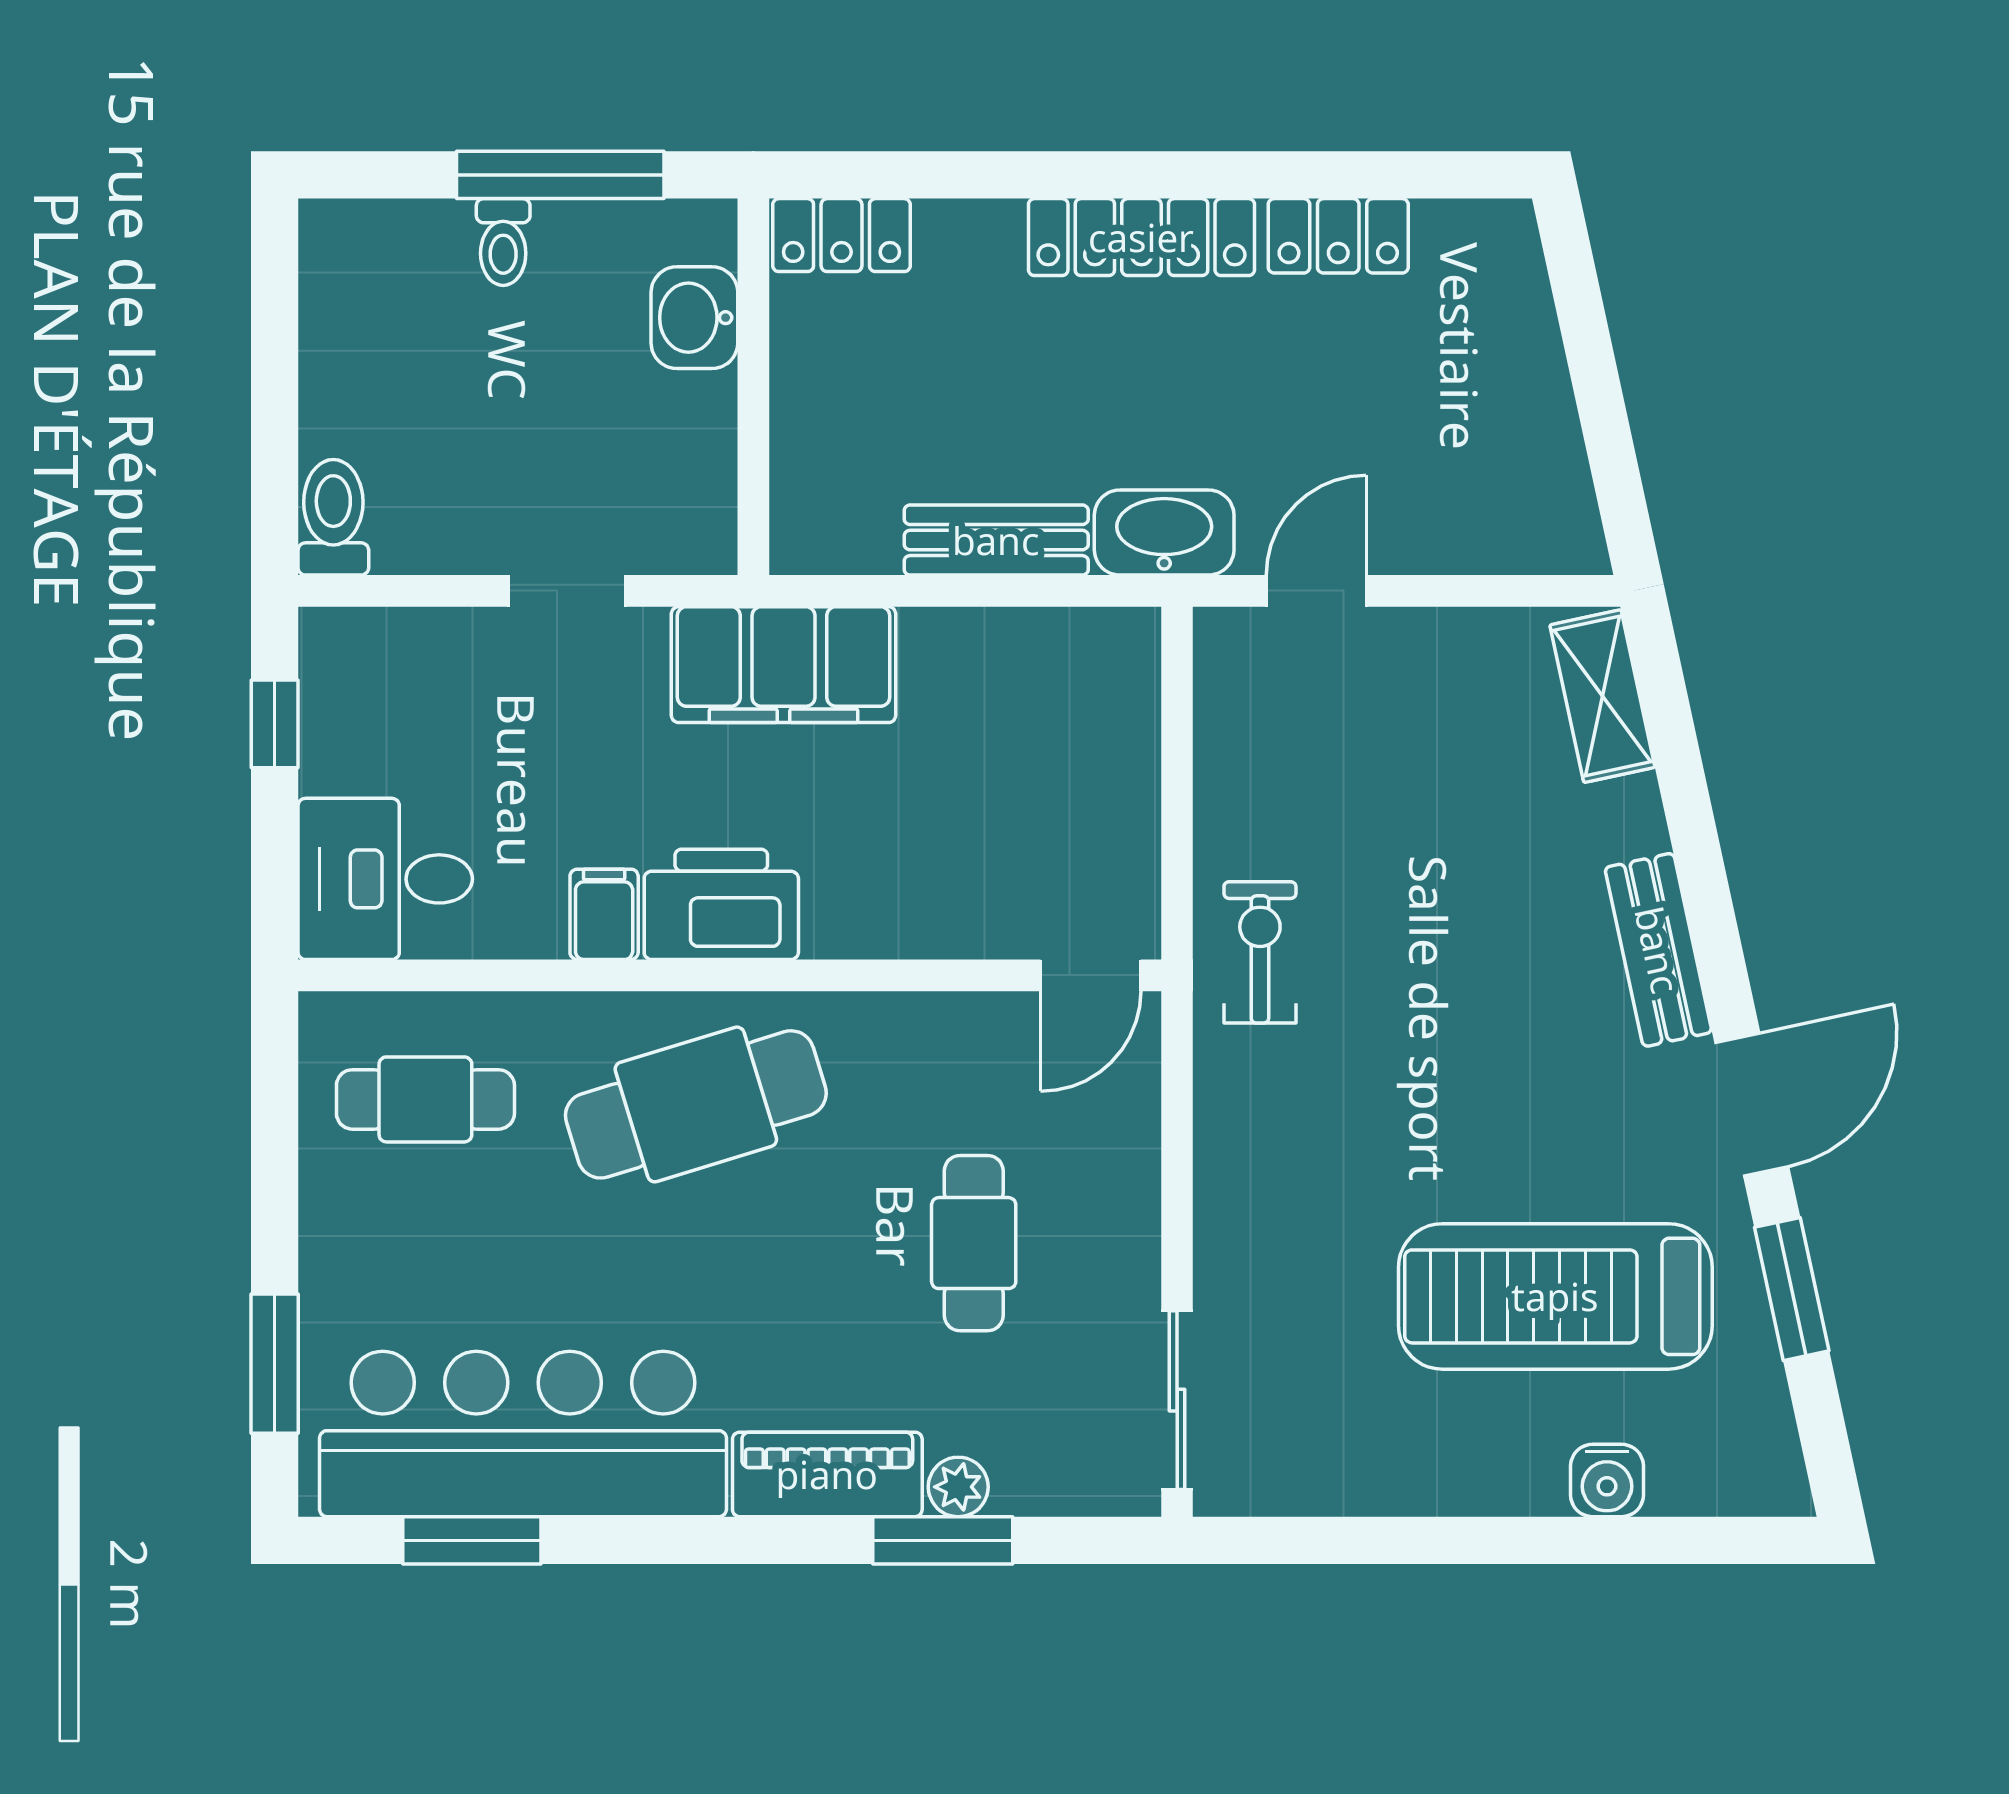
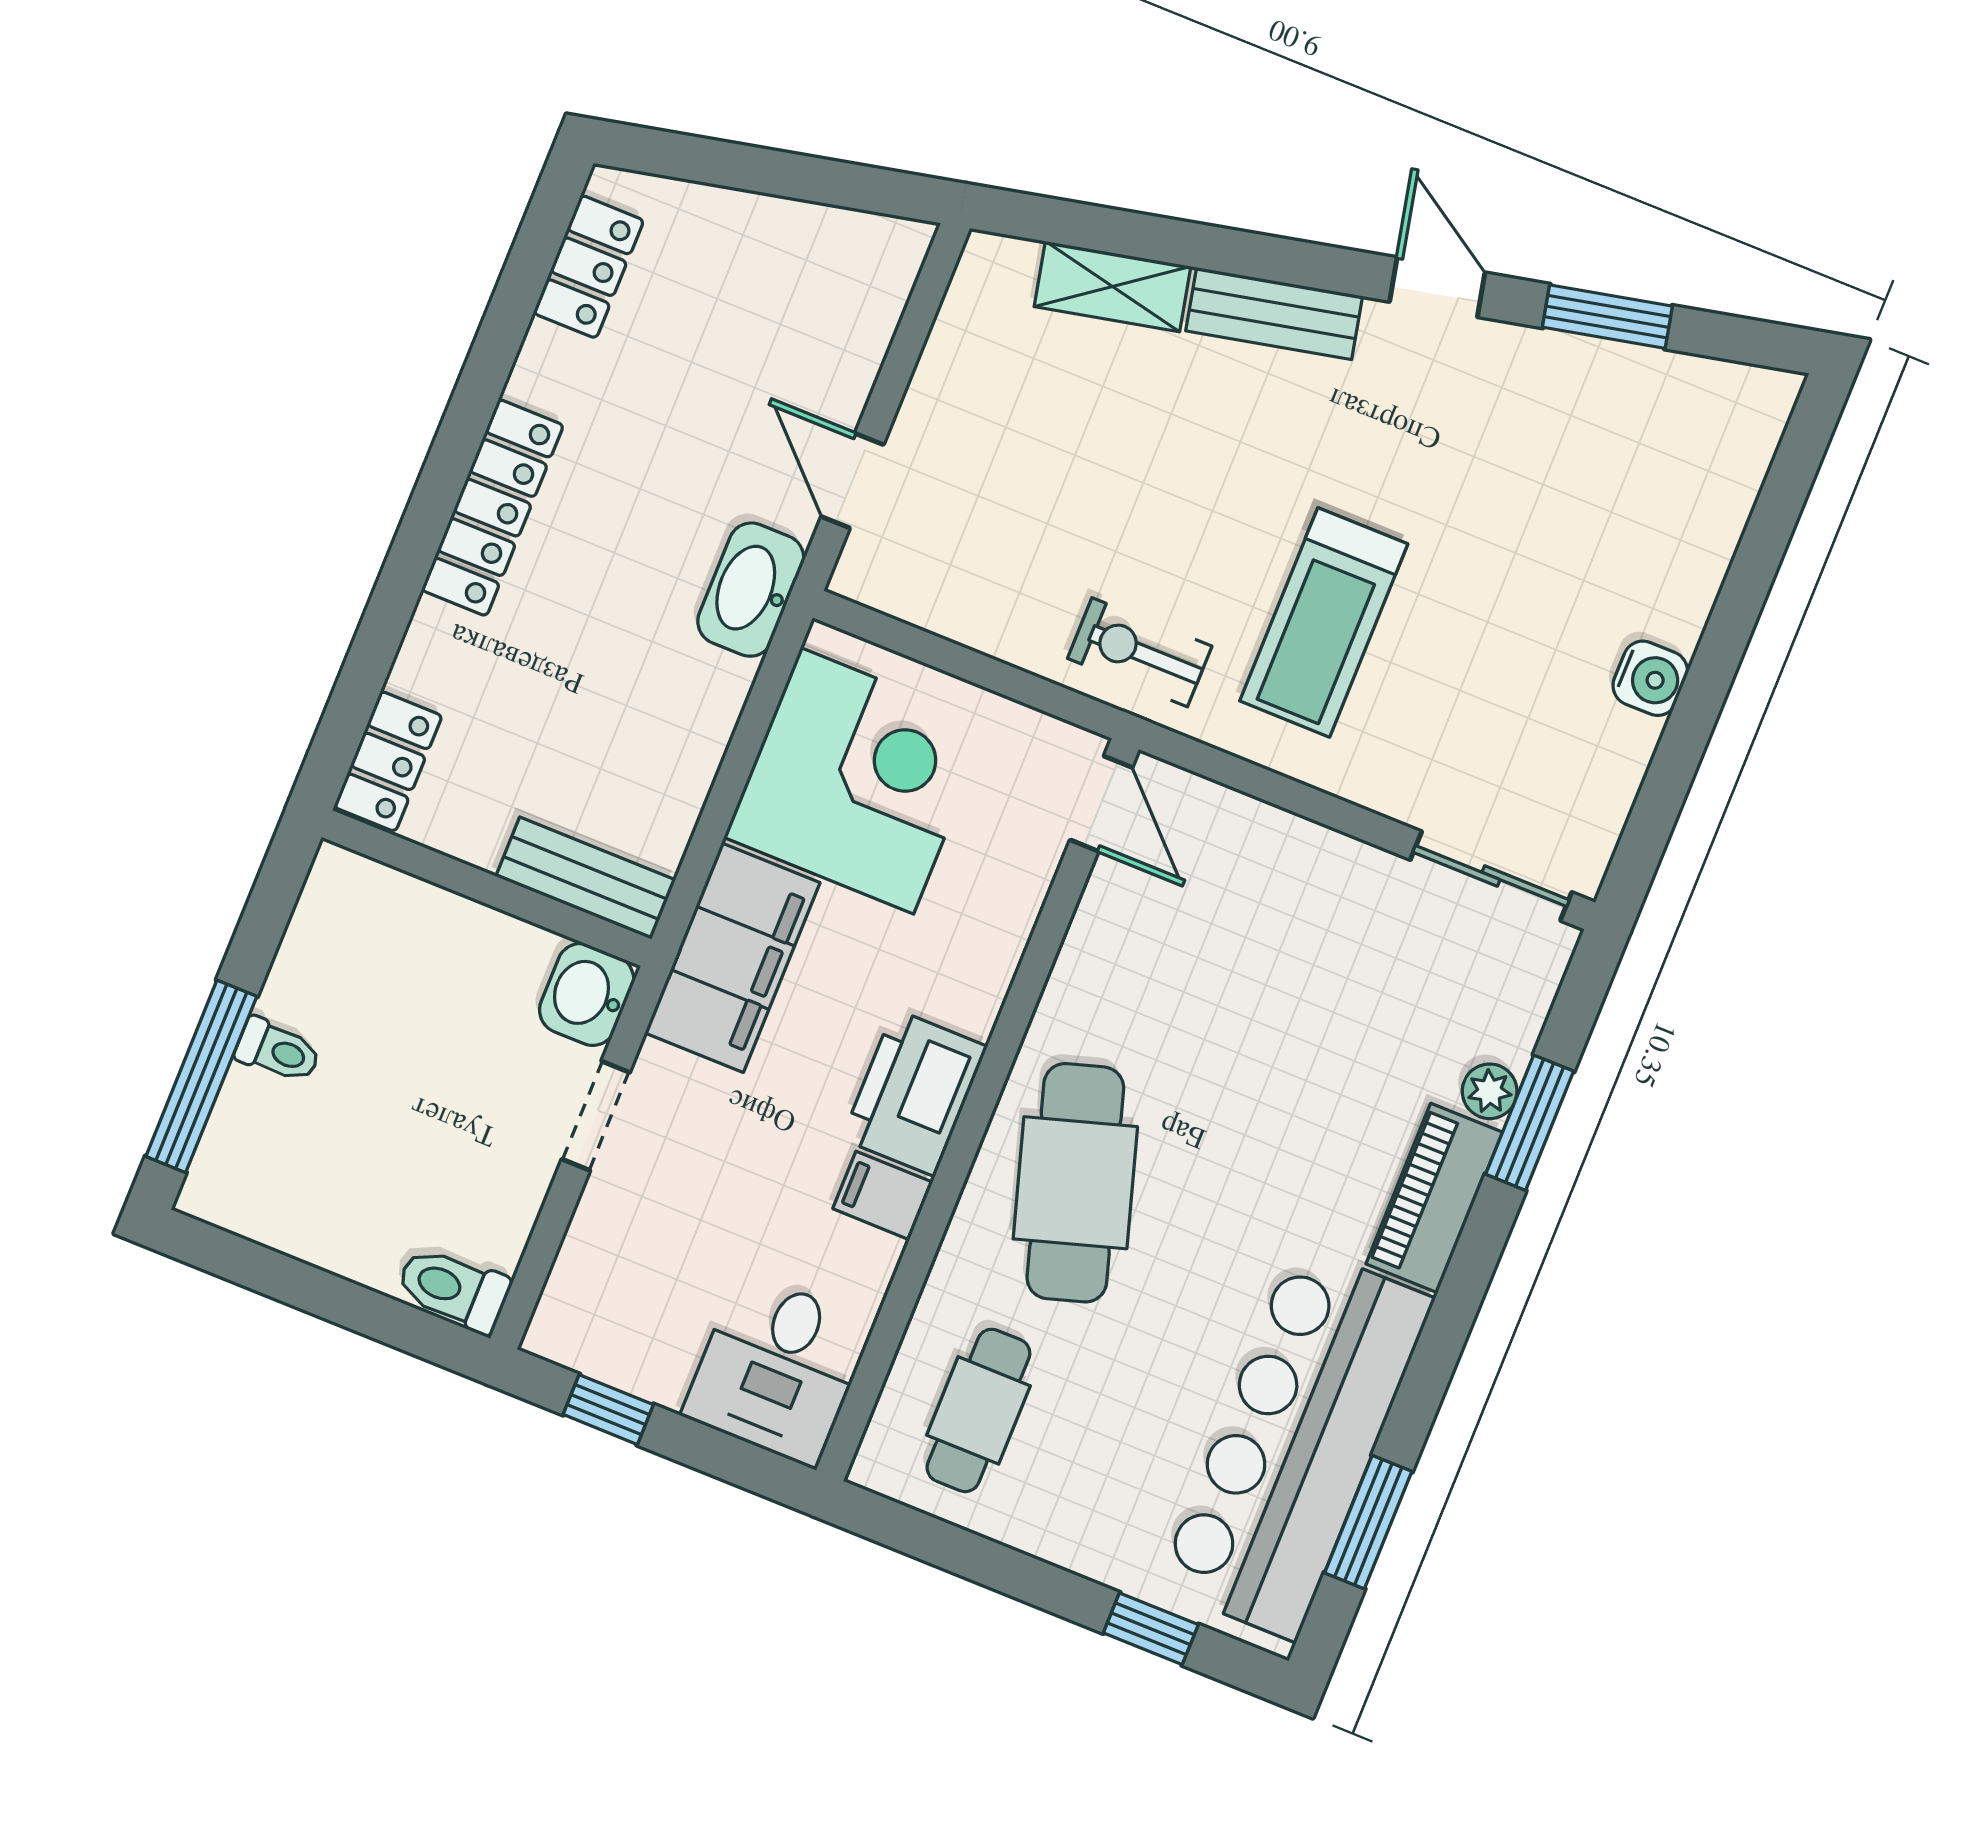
window: (560, 175) -> (201, 1076), moved
locker: (1338, 236) -> (589, 267), moved
washbasin: (694, 318) -> (587, 994), moved, turned 90
bench: (996, 540) -> (586, 878), moved, turned 90
shelving: (1602, 696) -> (1112, 287), moved
corner desk: (1014, 719) -> (857, 781), added
door: (1752, 1104) -> (1437, 287), width x0.73
cafe table: (974, 1243) -> (1288, 995), removed
treadmill: (1555, 1296) -> (1324, 622), moved, width x0.73, depth x0.73
window: (275, 1364) -> (1151, 1629), width x0.67
water cooler: (1607, 1480) -> (1650, 678), moved

